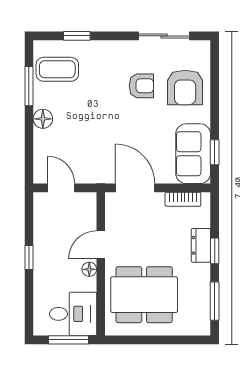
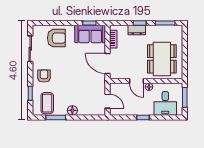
armchair: (141, 86) -> (44, 76), moved
door: (61, 188) -> (108, 101), swing flipped
door: (135, 188) -> (108, 64), hinge flipped
desk: (73, 314) -> (165, 103), moved, turned 180

